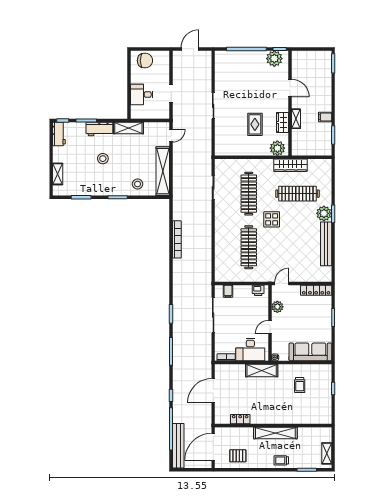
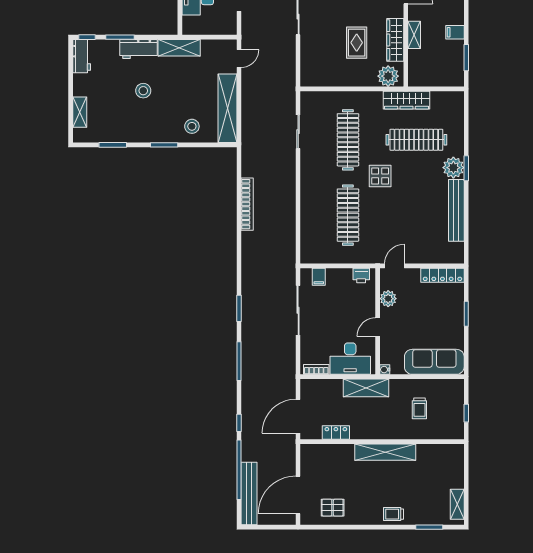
wardrobe: (282, 122) -> (395, 40), width x1.50
locker: (240, 419) -> (336, 433), moved
wall: (273, 426) -> (382, 442), moved
shelving: (275, 433) -> (385, 452), moved

